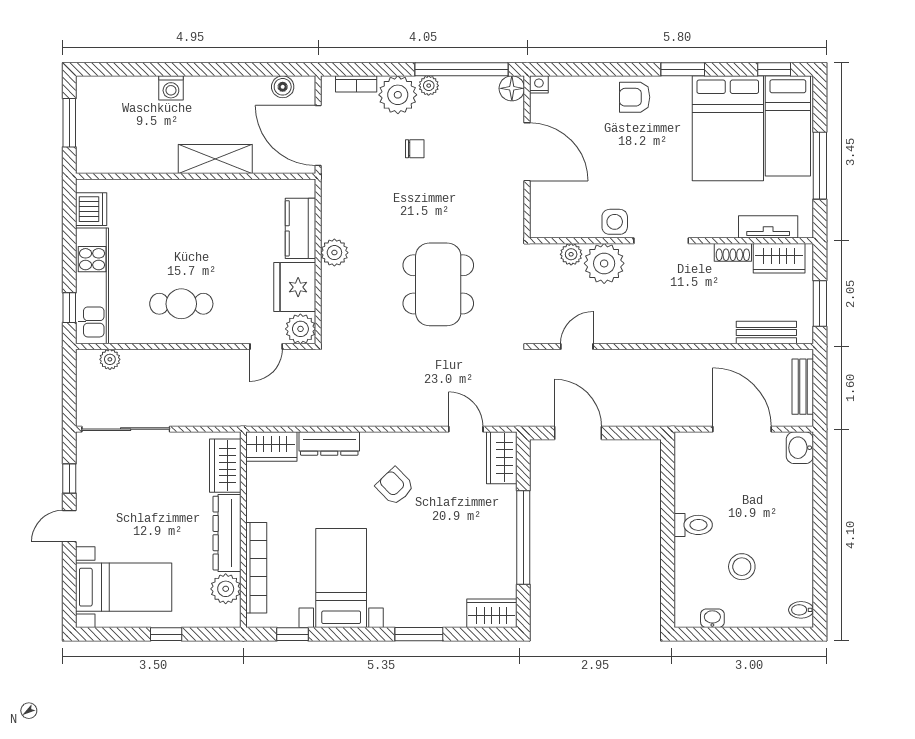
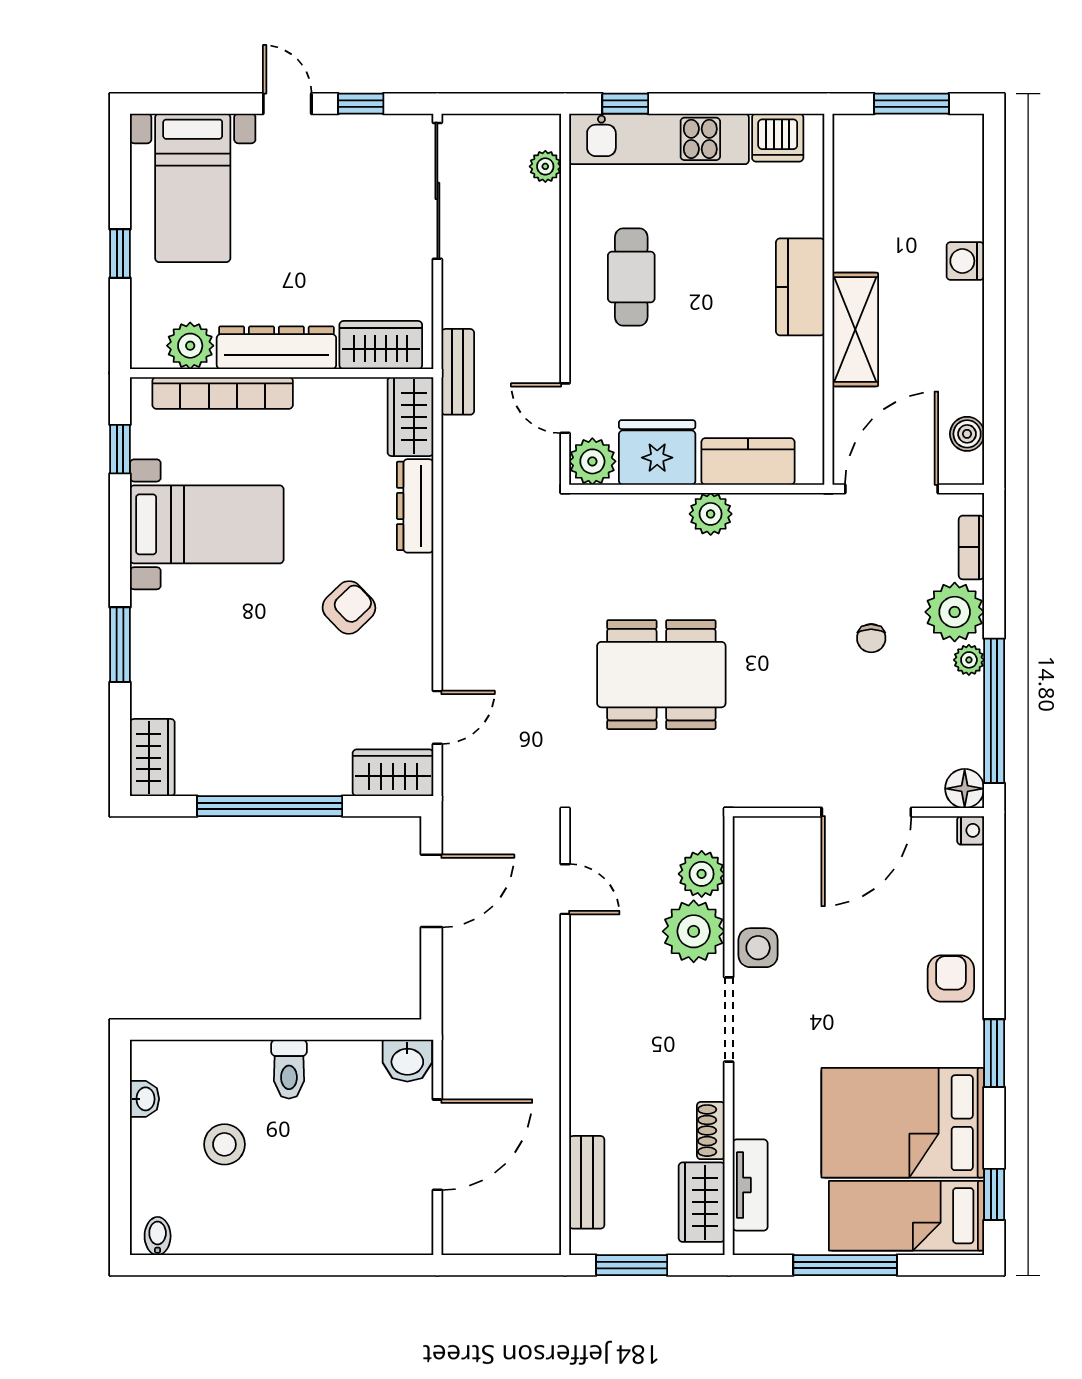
kitchen counter: (188, 195) -> (800, 287), added
plant: (571, 254) -> (702, 874), width x1.38, depth x1.38
bench: (803, 387) -> (458, 372), moved, turned 90
washbasin: (800, 448) -> (407, 1061), moved, turned 180

